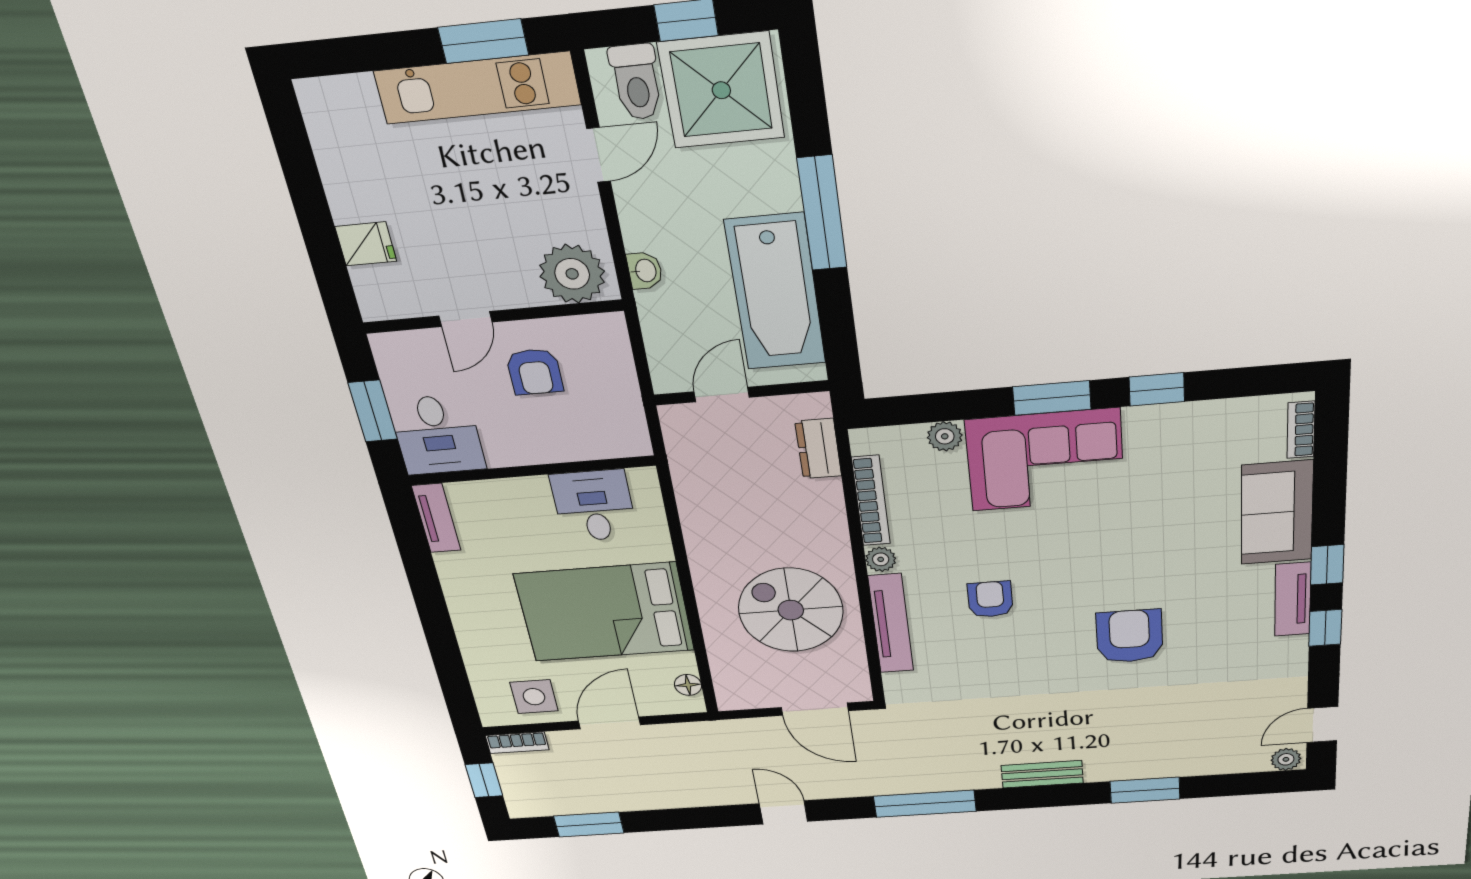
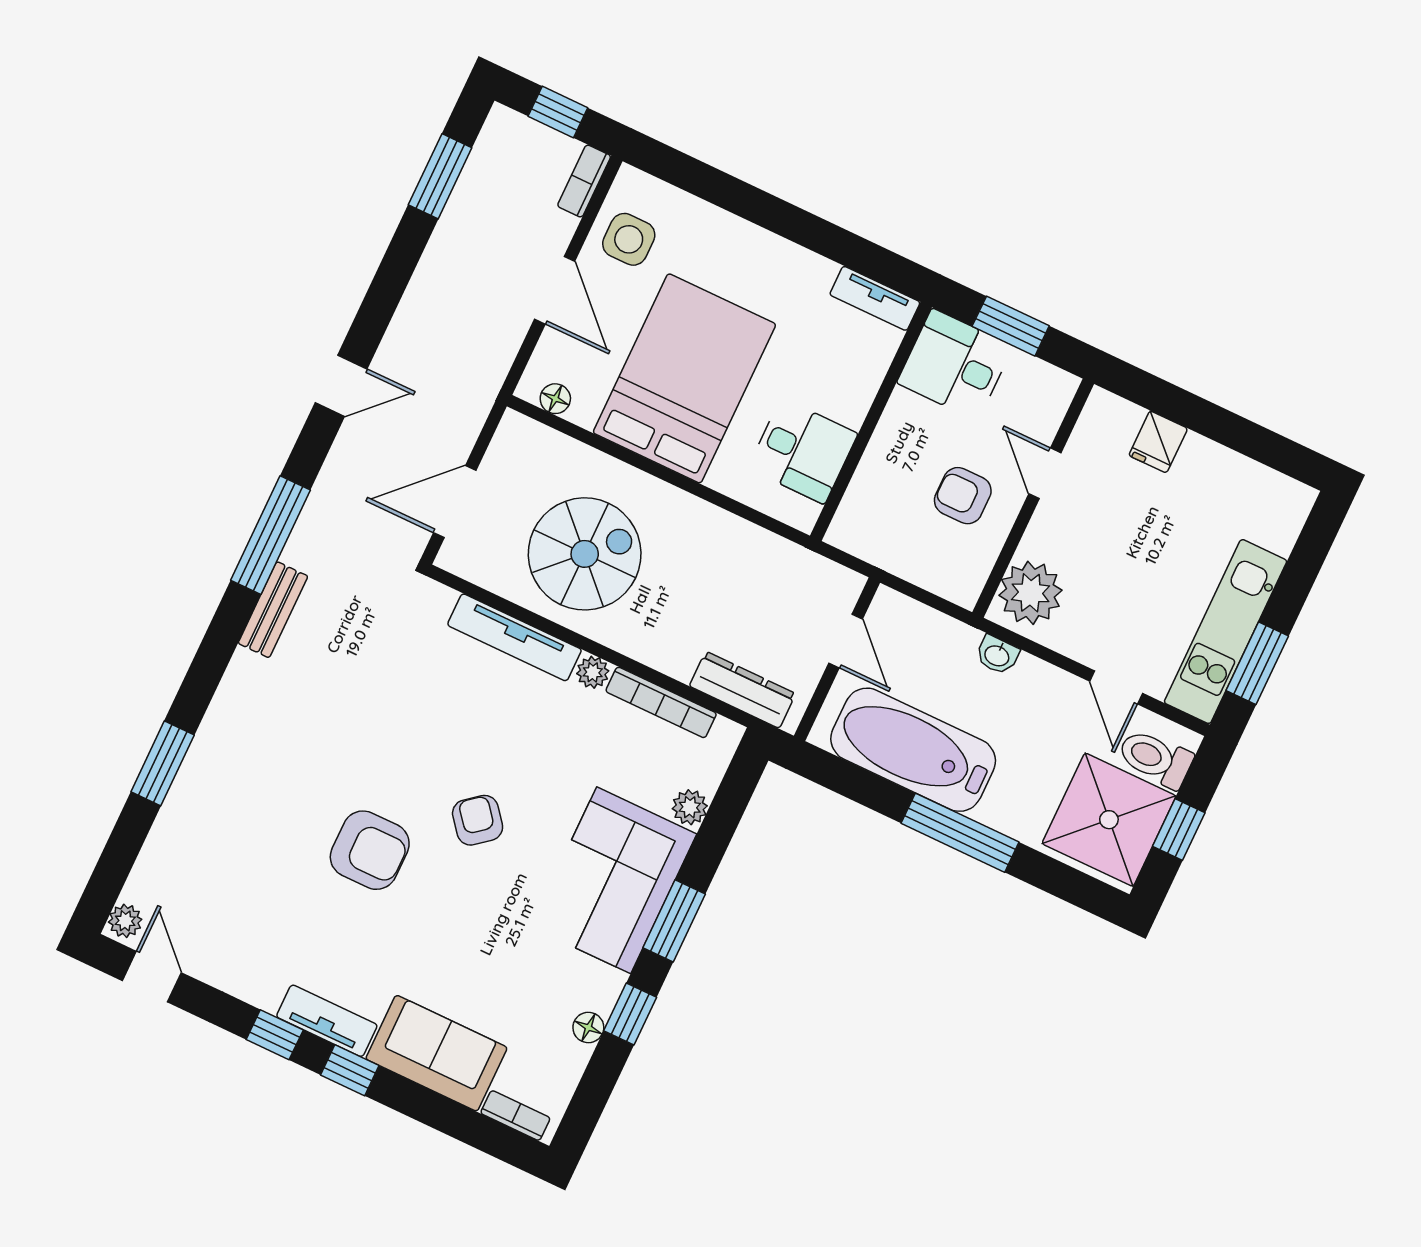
floor lamp: (1188, 415) -> (588, 1028), added
dresser: (818, 449) -> (742, 690), width x1.44
armchair: (990, 599) -> (478, 820), moved, turned -129
bench: (1042, 774) -> (273, 610), moved

